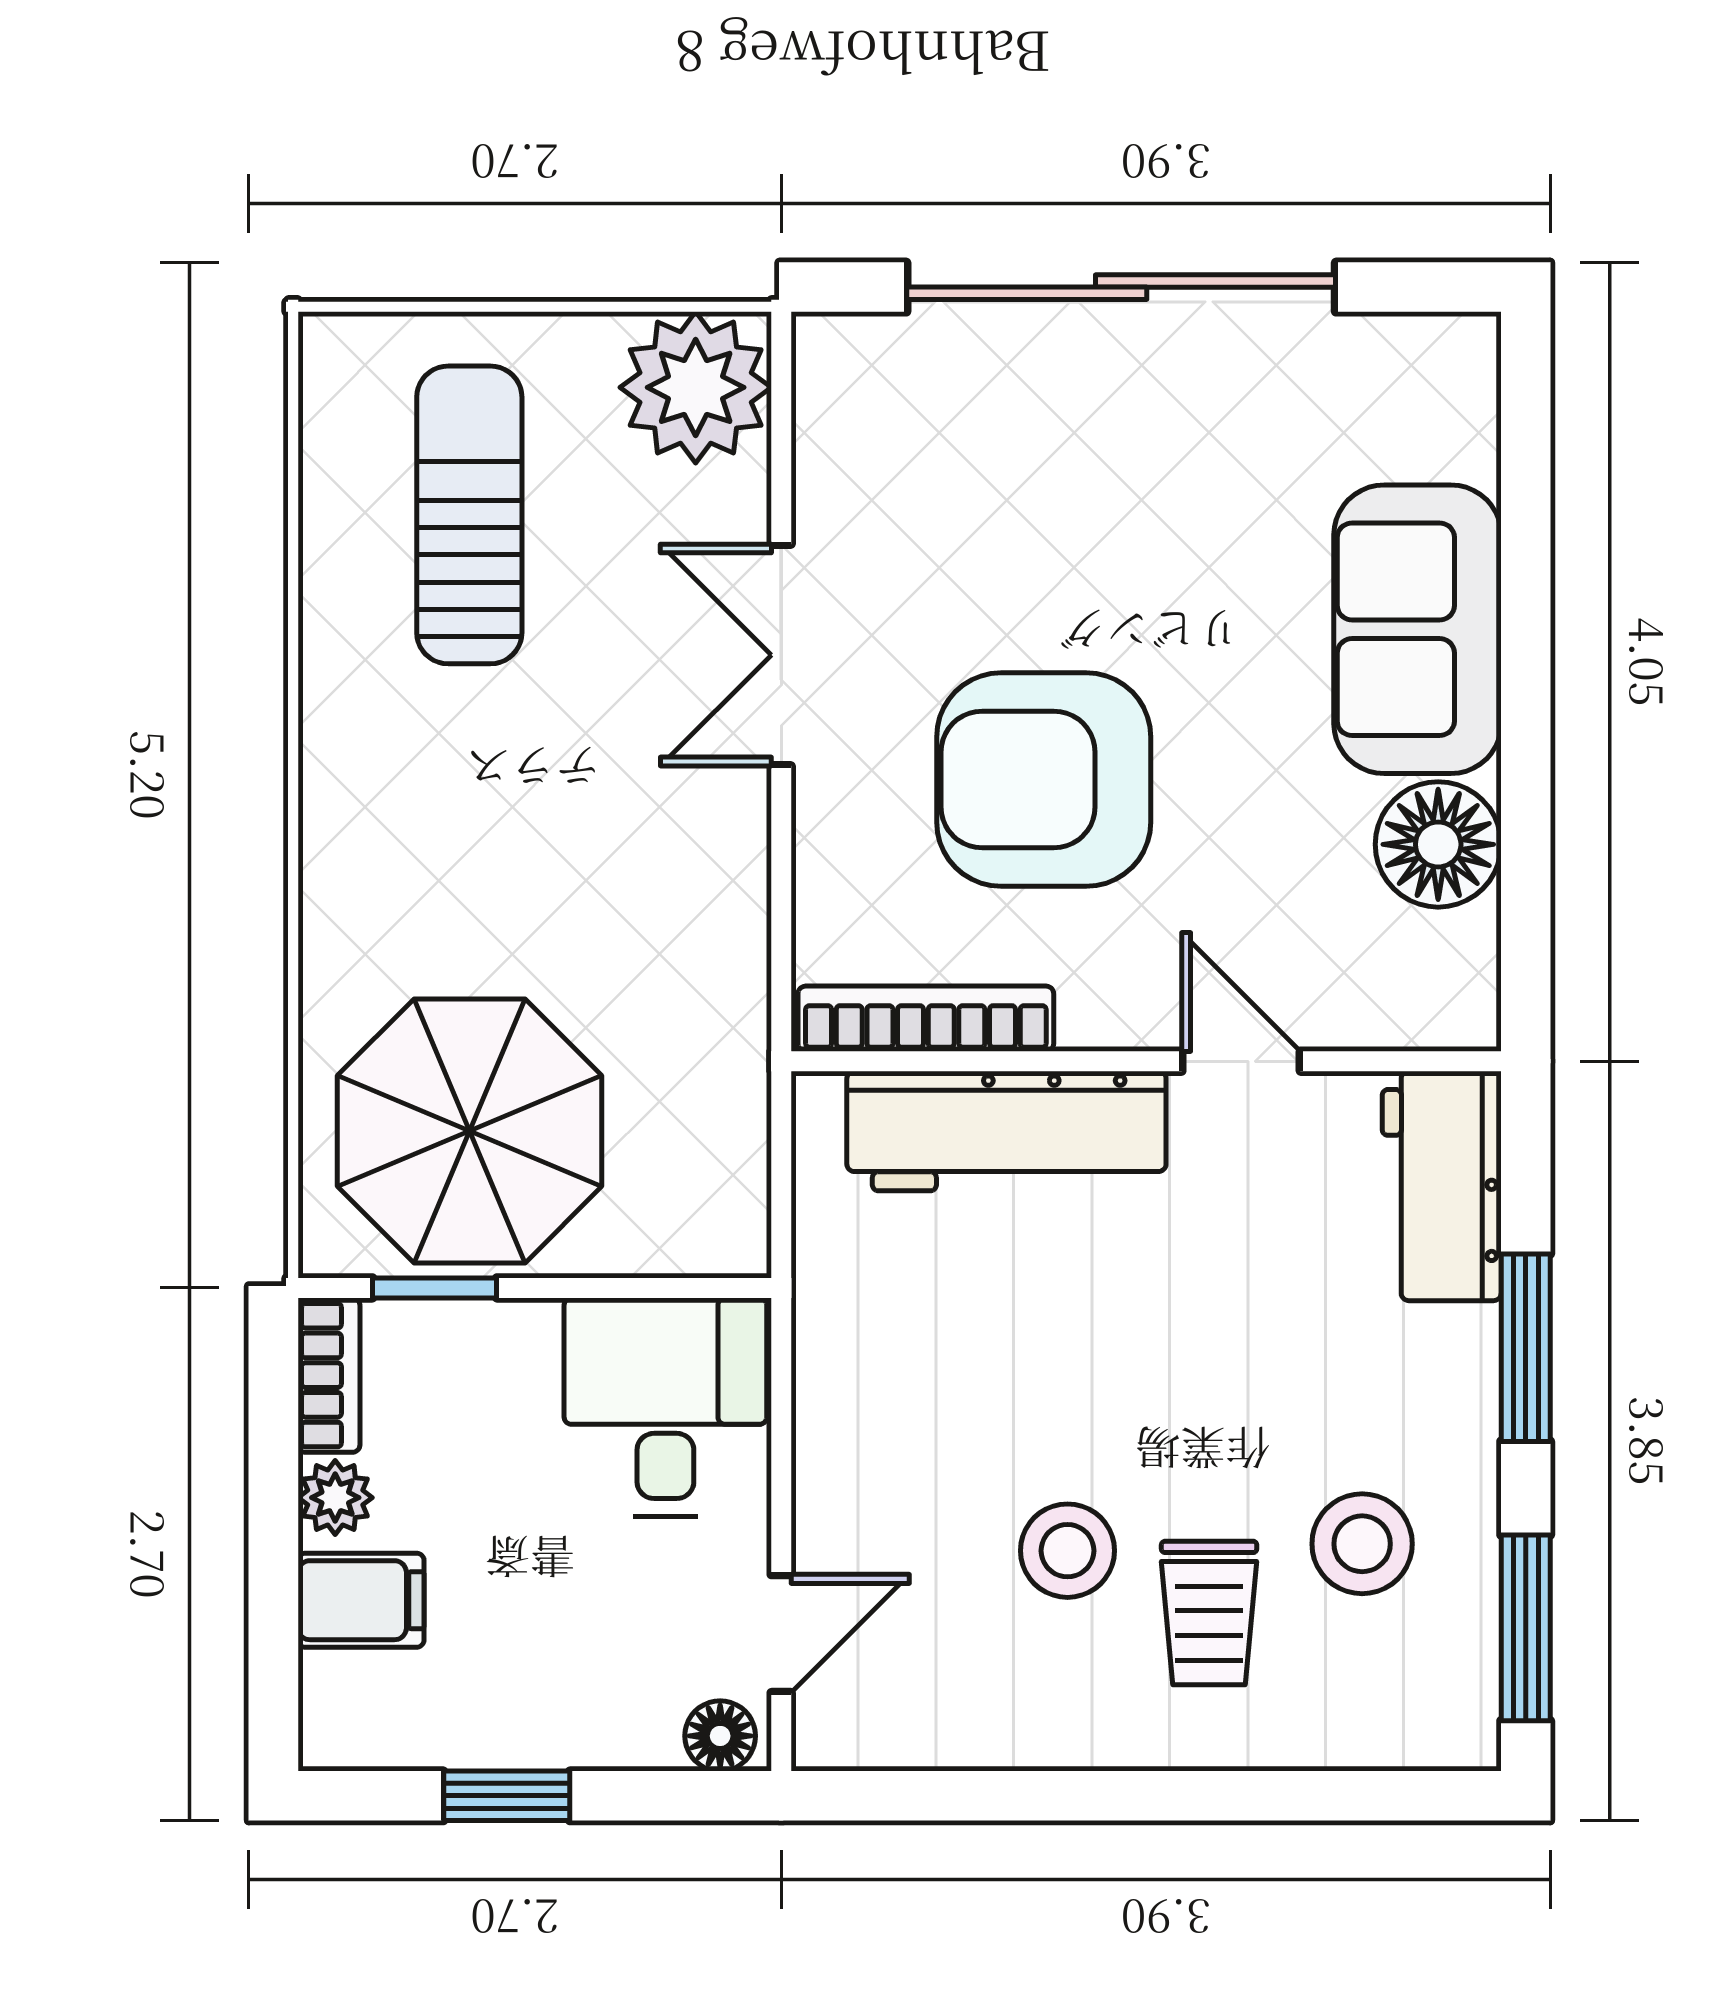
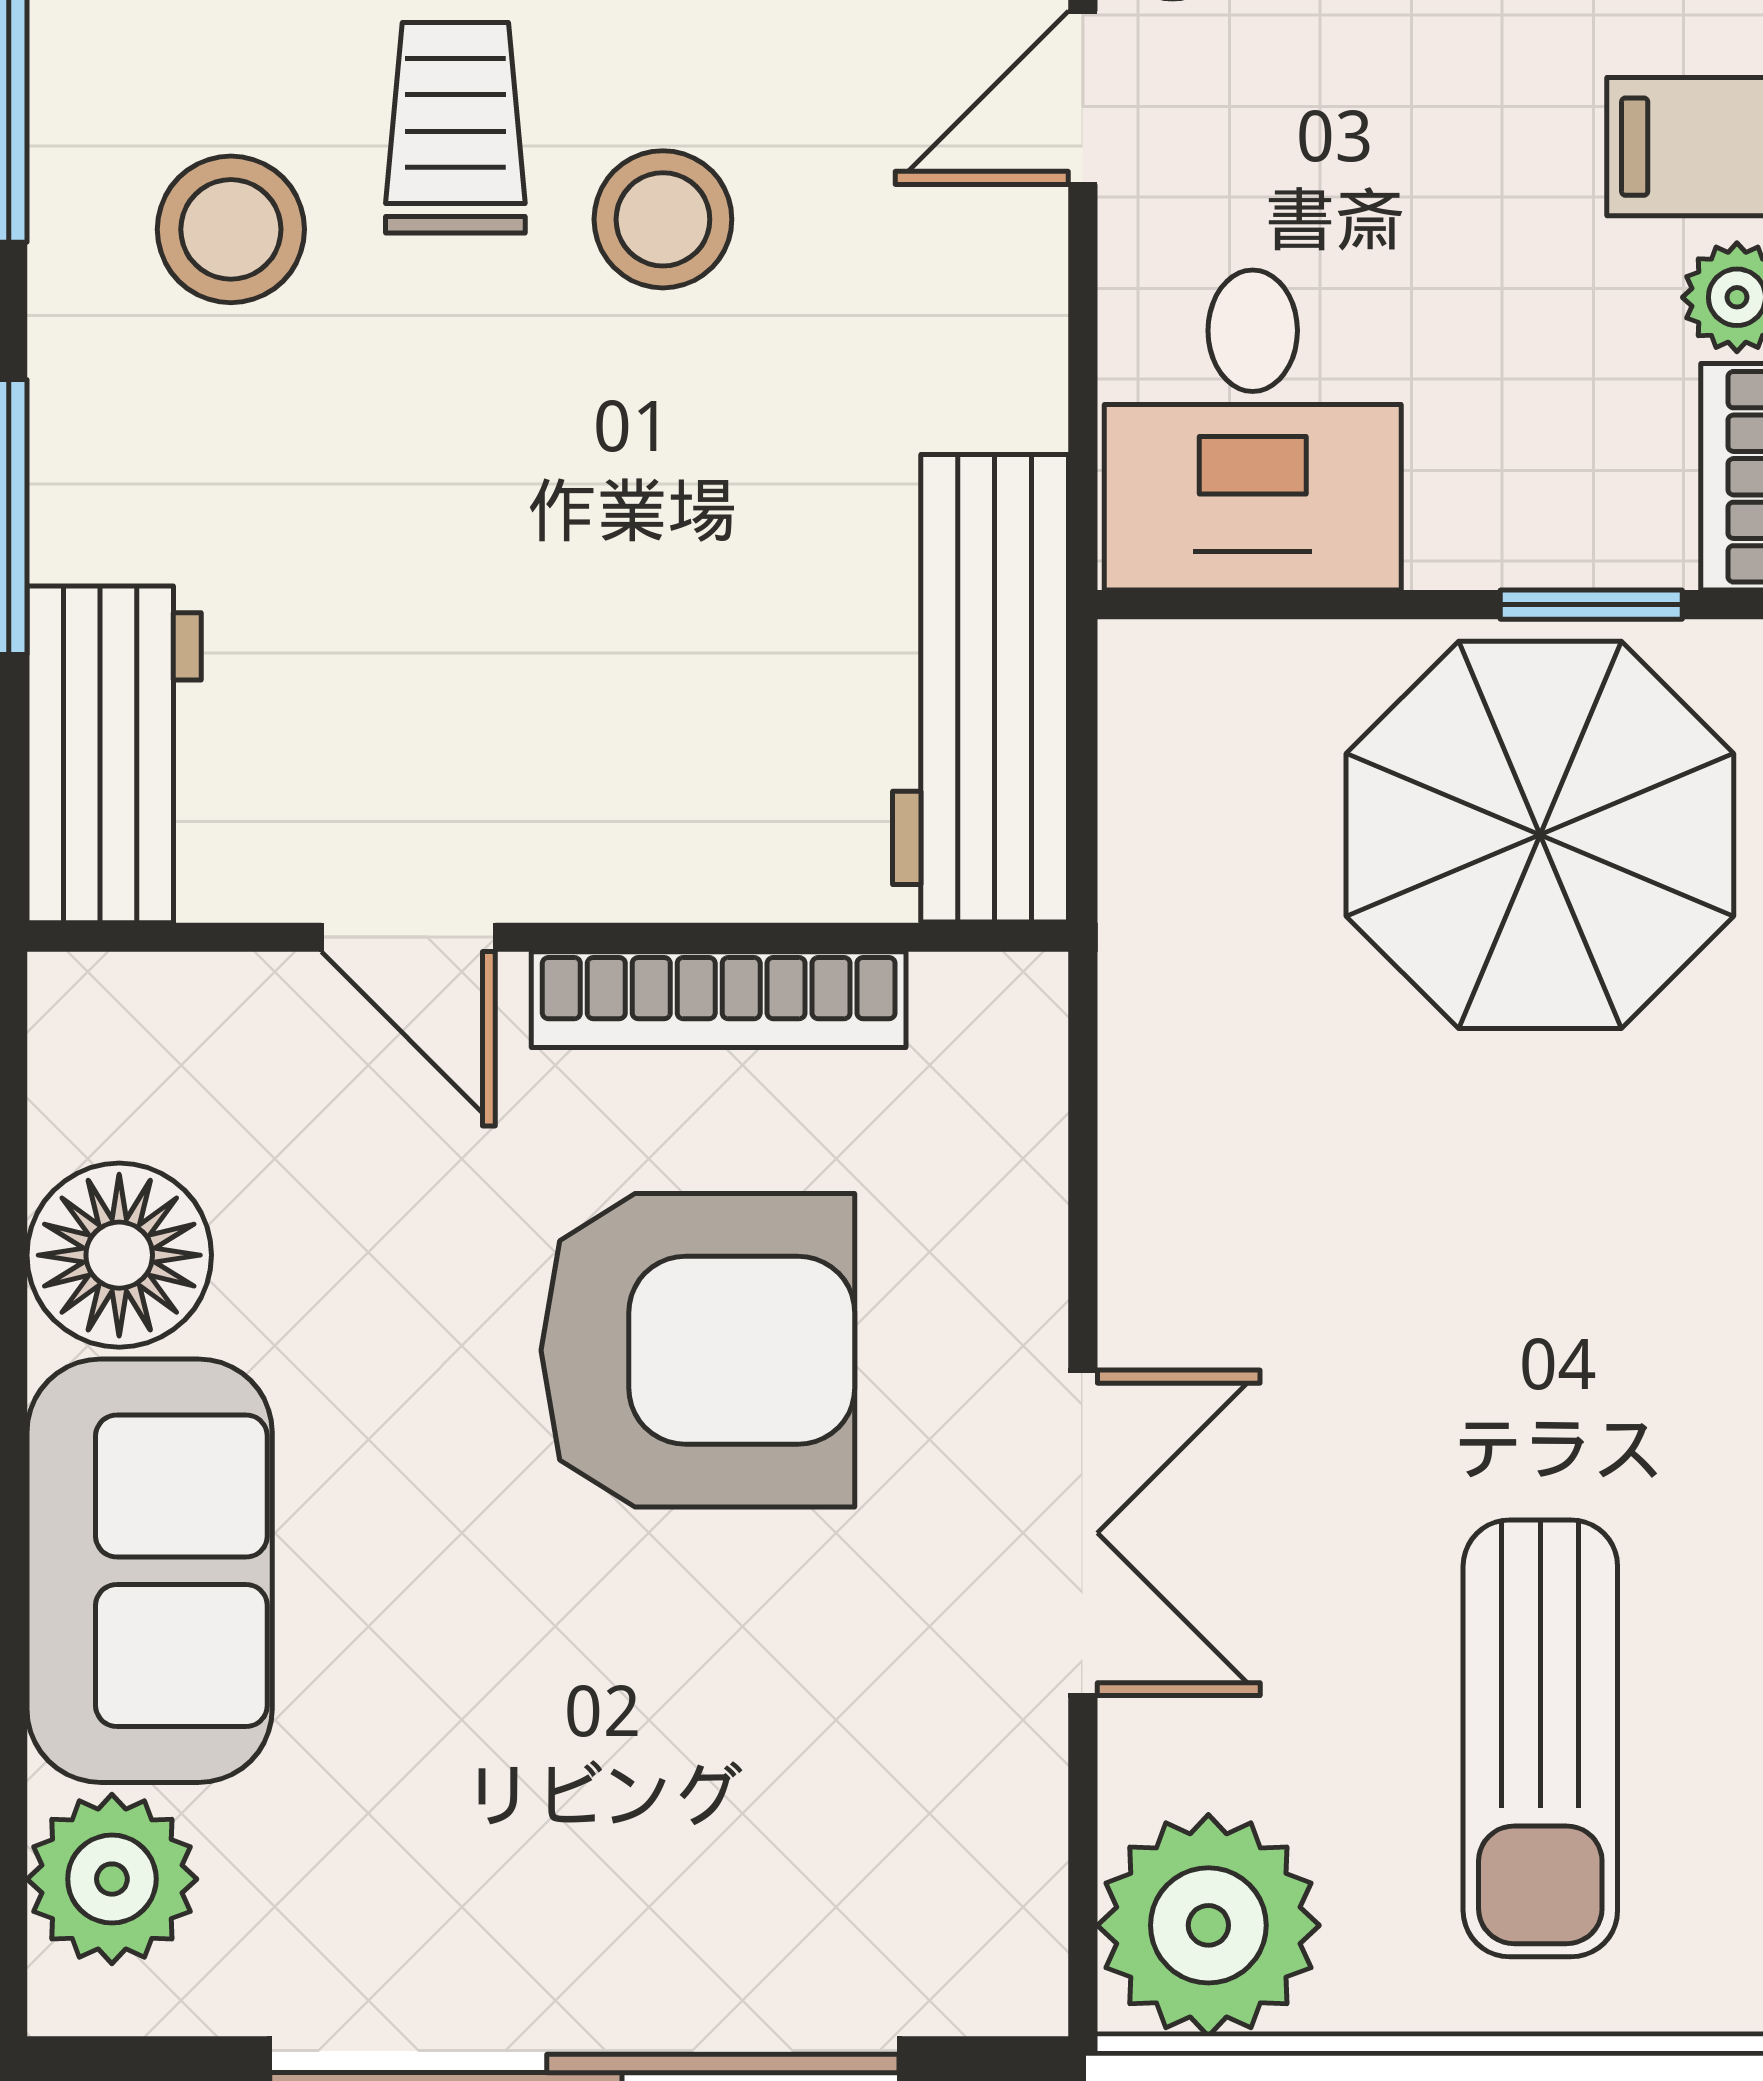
plant: (1443, 419) -> (112, 1879), added
bookcase: (926, 1019) -> (719, 1000), moved
workbench: (1006, 1131) -> (981, 688), moved, turned -90

